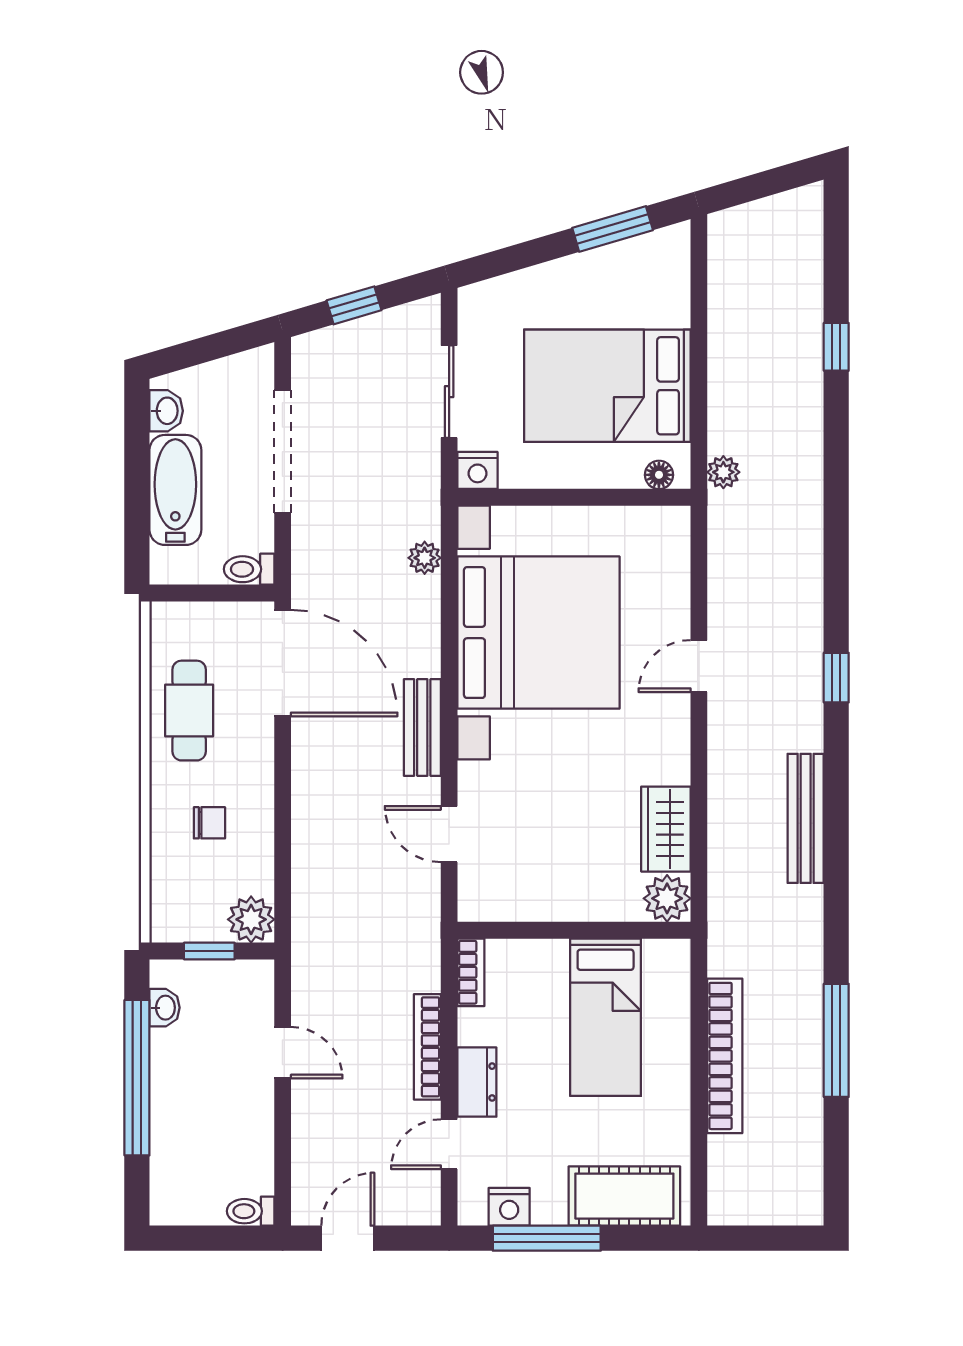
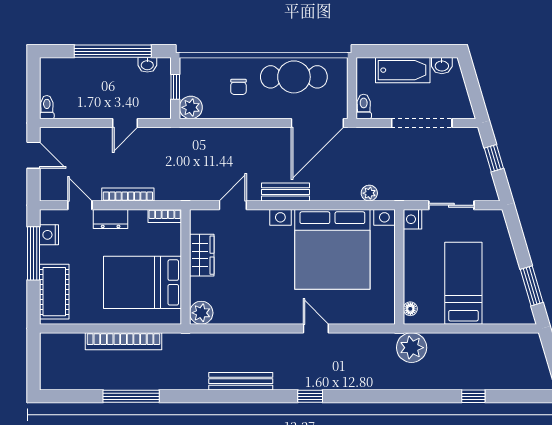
bed: (607, 386) -> (463, 283), width x0.67
plant: (723, 472) -> (412, 348), width x1.87, depth x1.87
cafe table: (189, 711) -> (294, 77), width x1.37, depth x1.35
wardrobe: (666, 829) -> (202, 255), moved, turned 90
bed: (606, 1017) -> (143, 282), width x1.50

